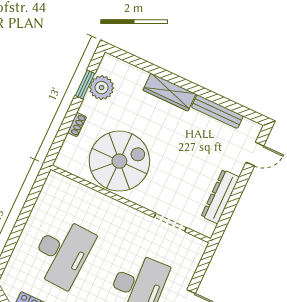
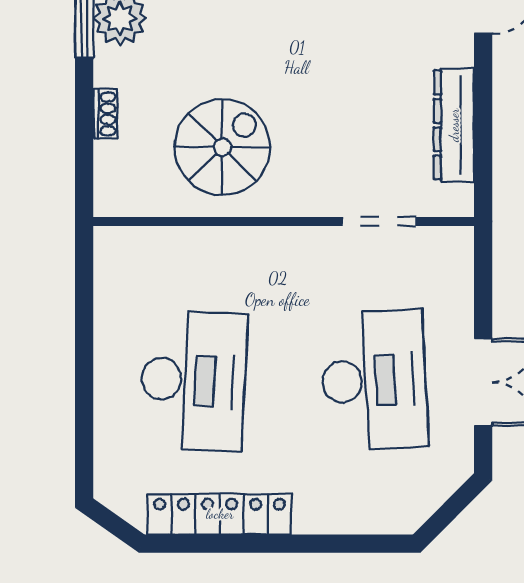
spiral stairs: (119, 161) -> (222, 147), width x0.73, depth x0.73

